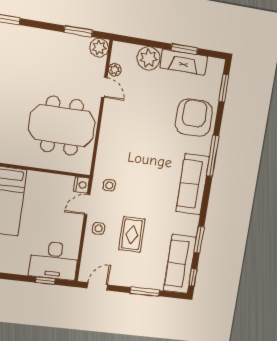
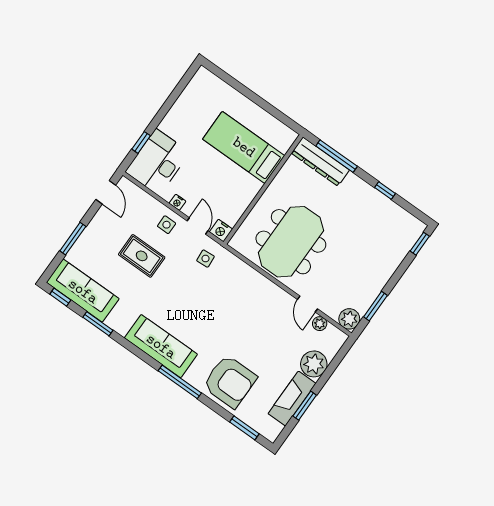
door: (104, 87) -> (308, 304), hinge flipped
nightstand: (77, 229) -> (177, 202), added

